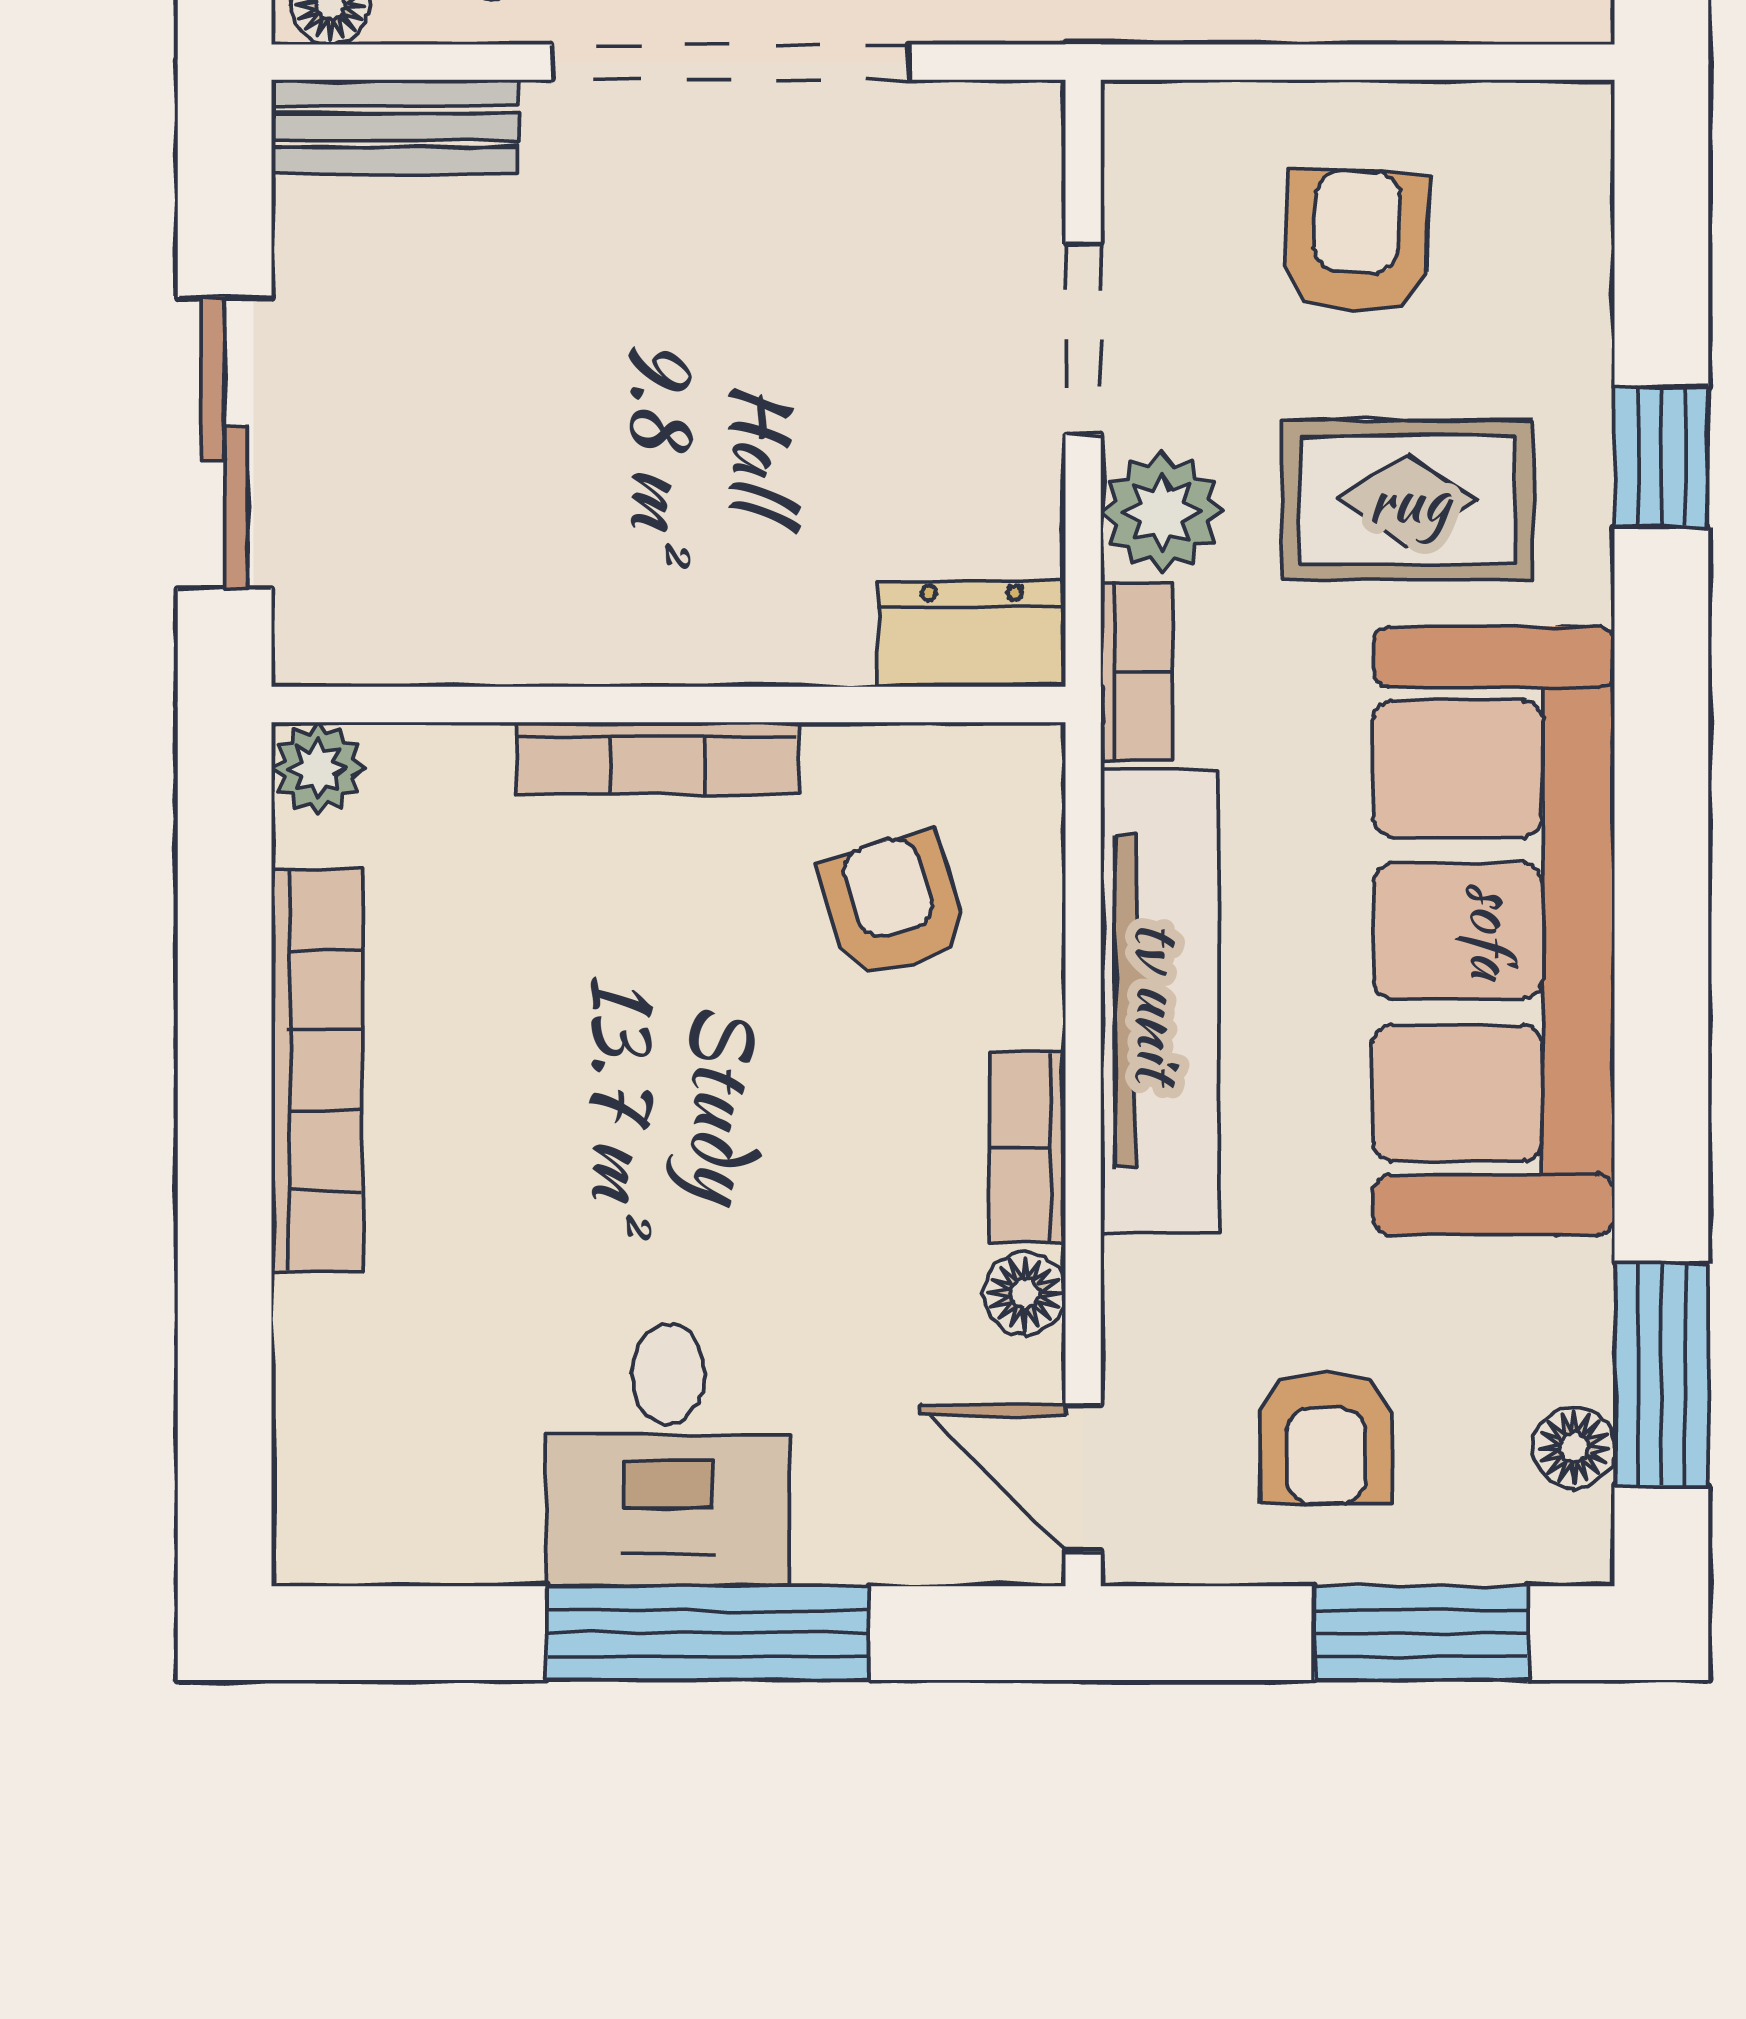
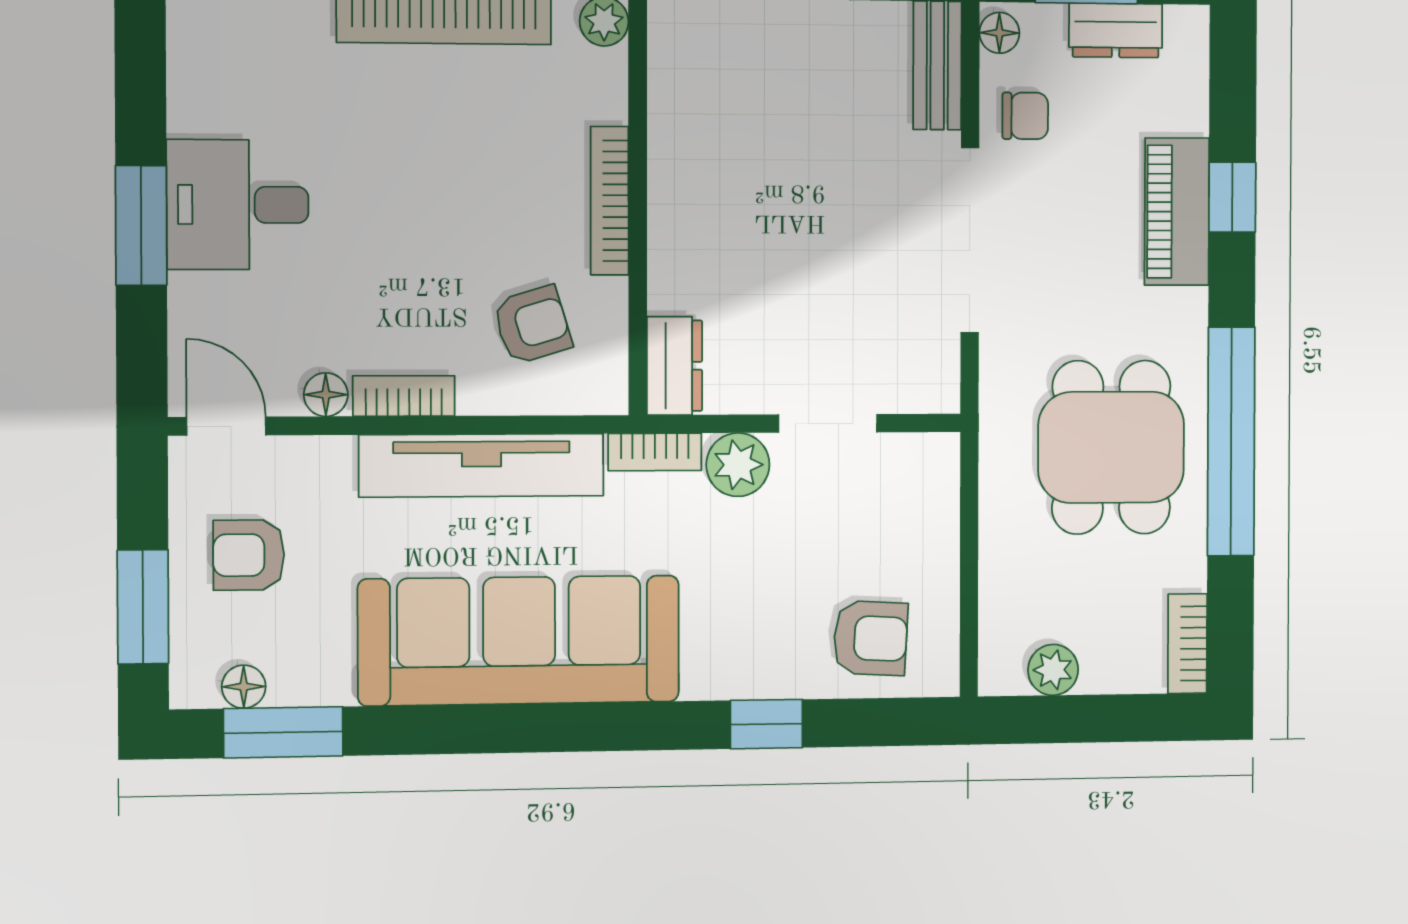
armchair: (1356, 242) -> (870, 638), moved
rug: (1408, 500) -> (744, 593), removed
door: (1083, 1478) -> (226, 426), hinge flipped
window: (708, 1633) -> (141, 225), width x0.69

